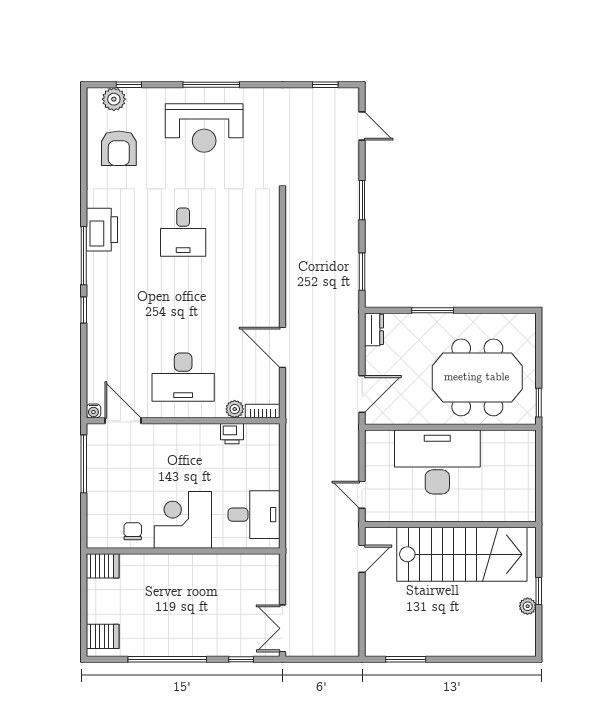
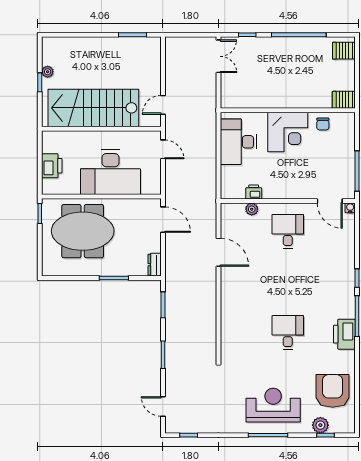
plant: (114, 99) -> (320, 425), moved
armchair: (119, 148) -> (333, 391), width x1.36, depth x1.36
desk: (183, 377) -> (288, 231), width x0.73
door: (362, 394) -> (163, 220), swing flipped
bookcase: (263, 411) -> (232, 208), removed
printer: (522, 471) -> (52, 166), added
desk: (254, 515) -> (238, 142), width x1.37

